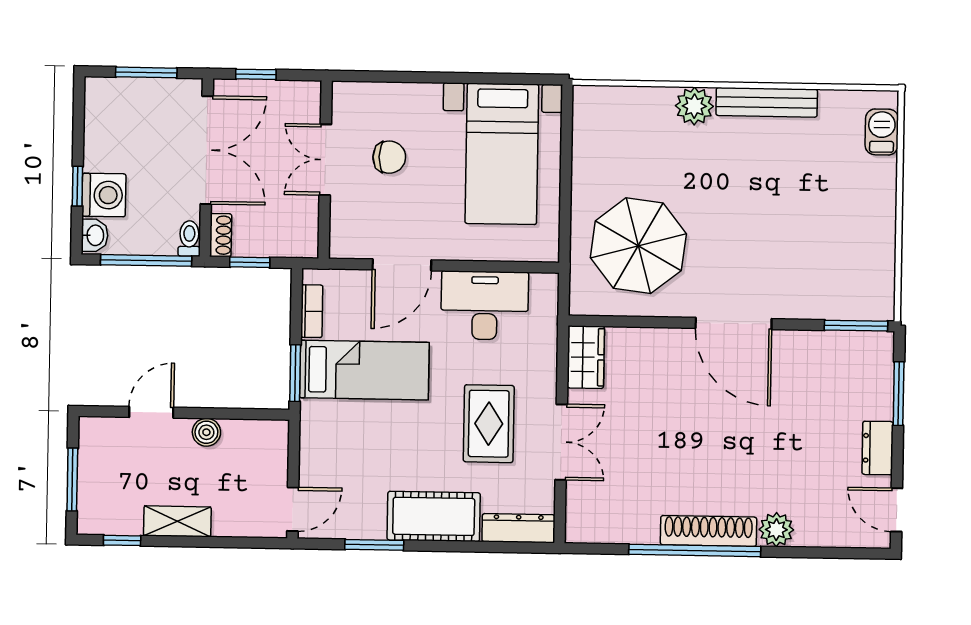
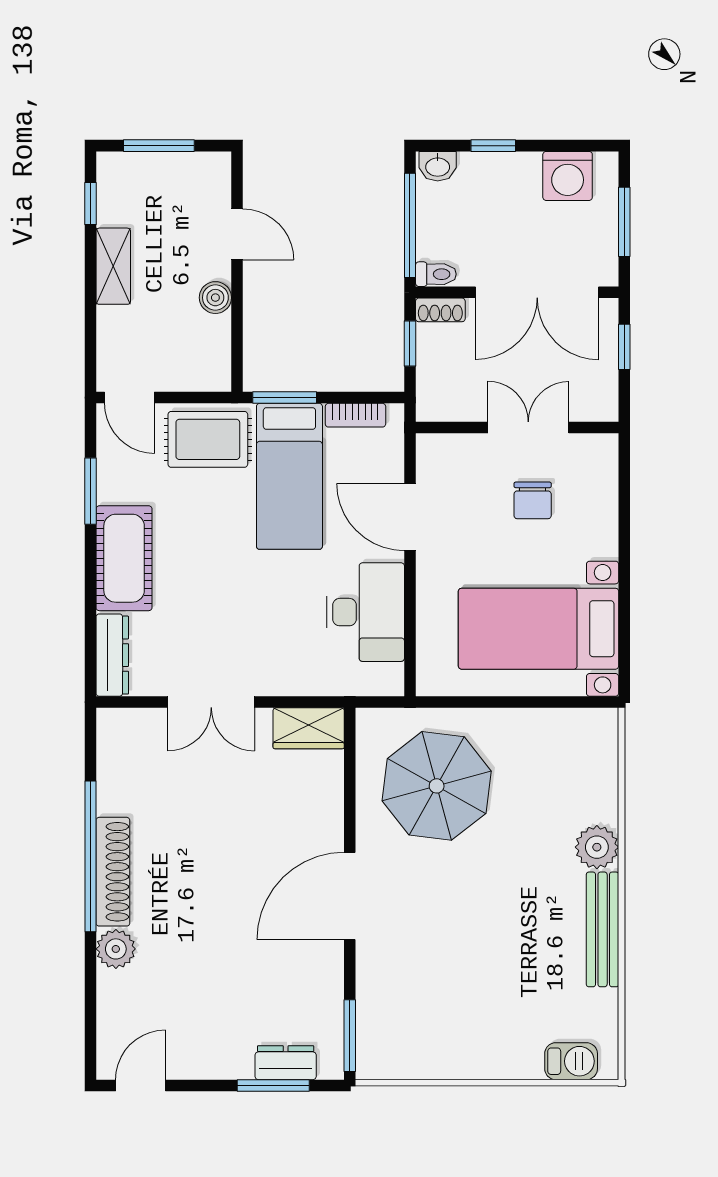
washing machine: (104, 195) -> (568, 176), moved
rug: (489, 424) -> (208, 439), moved
dresser: (878, 448) -> (286, 1063), moved

